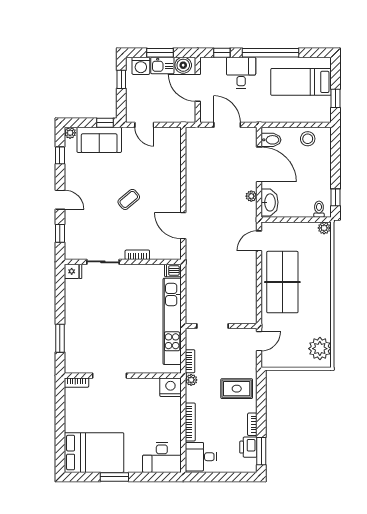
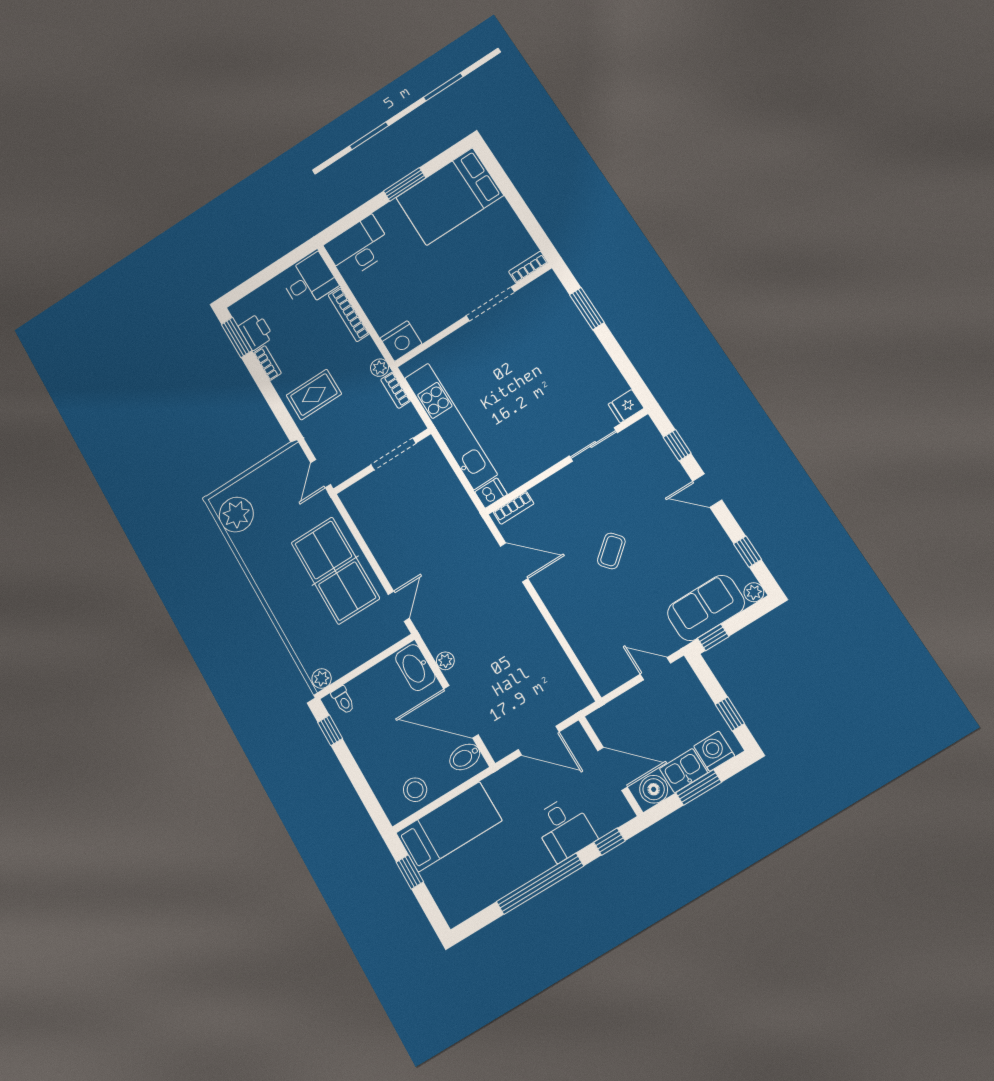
bed: (301, 82) -> (449, 827), moved
bookcase: (137, 255) -> (514, 508), moved

